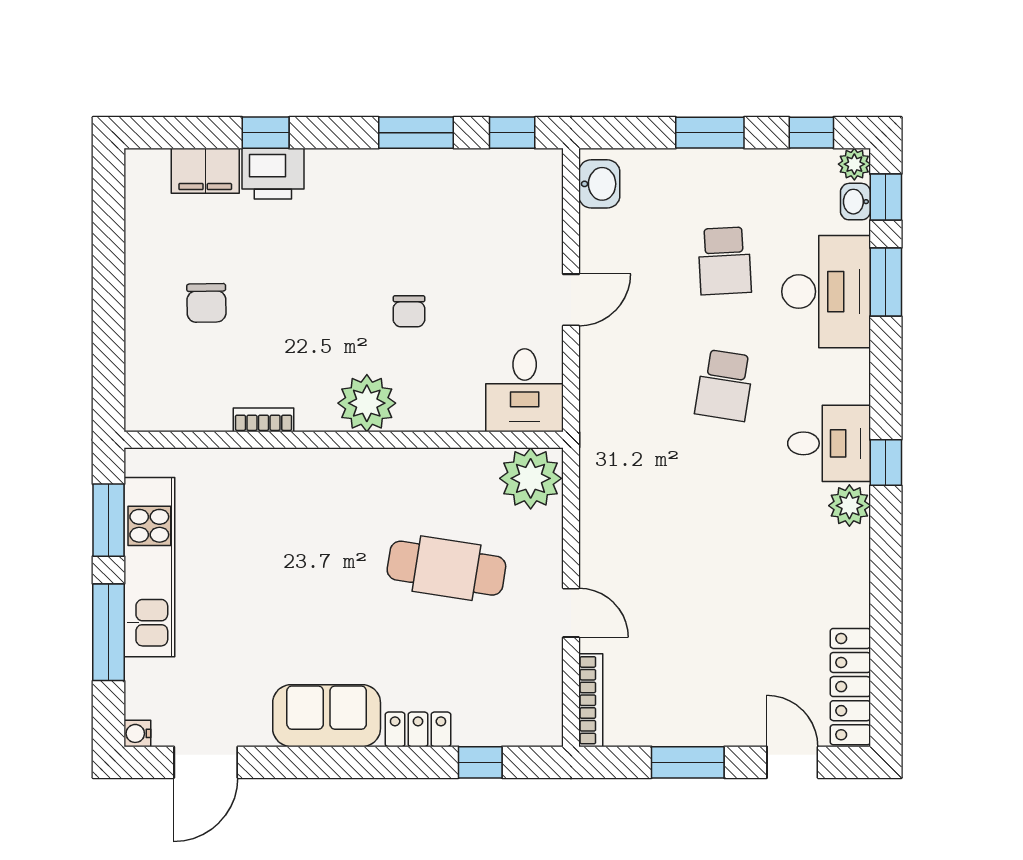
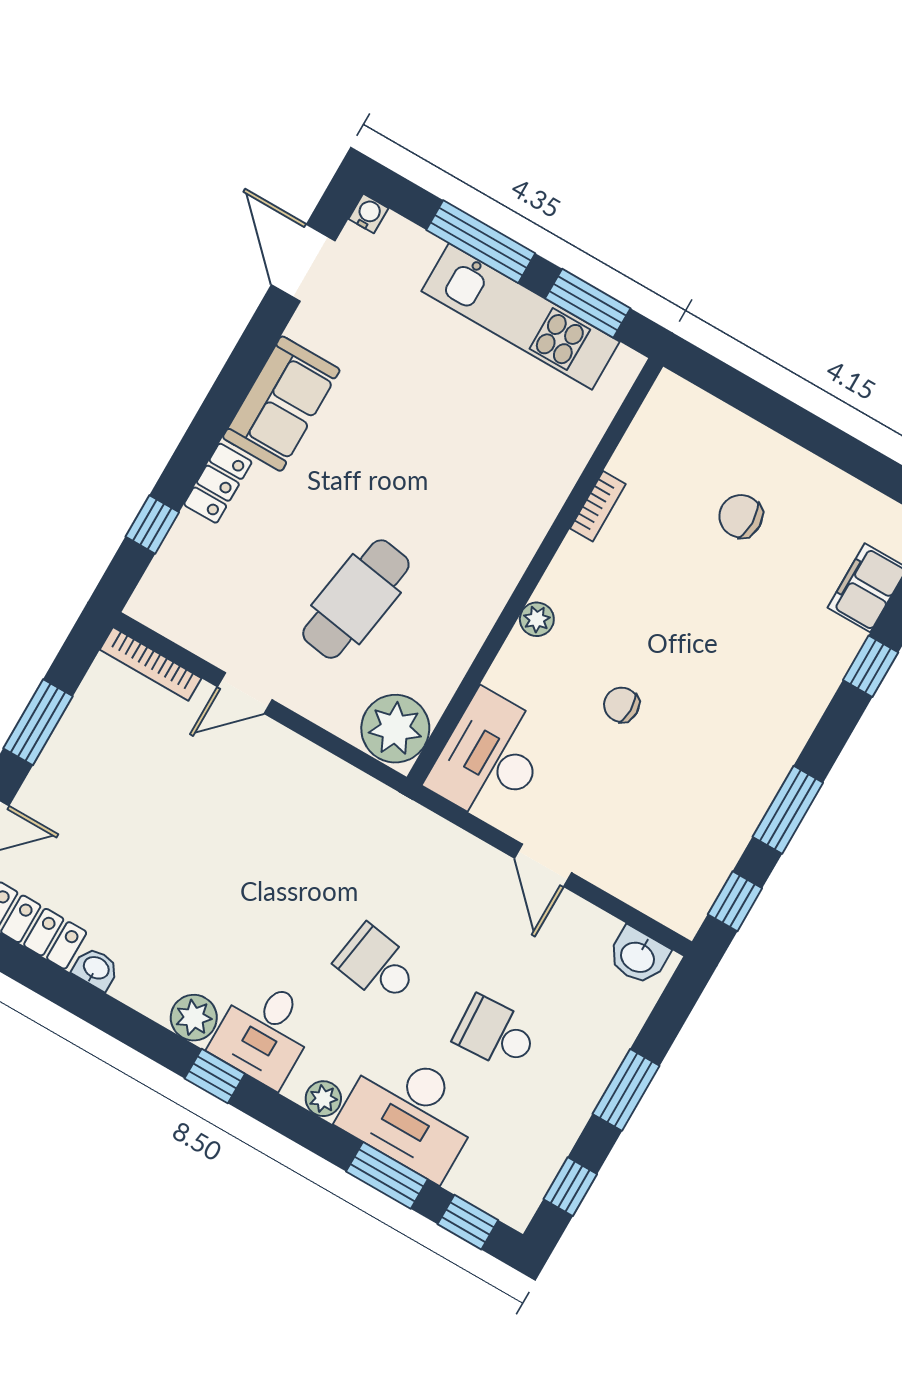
plant: (854, 164) -> (323, 1099), moved
printer: (273, 174) -> (827, 651), removed
washbasin: (855, 202) -> (96, 969), moved
desk: (525, 390) -> (490, 758), width x1.37
plant: (367, 403) -> (537, 619), width x0.53, depth x0.53

